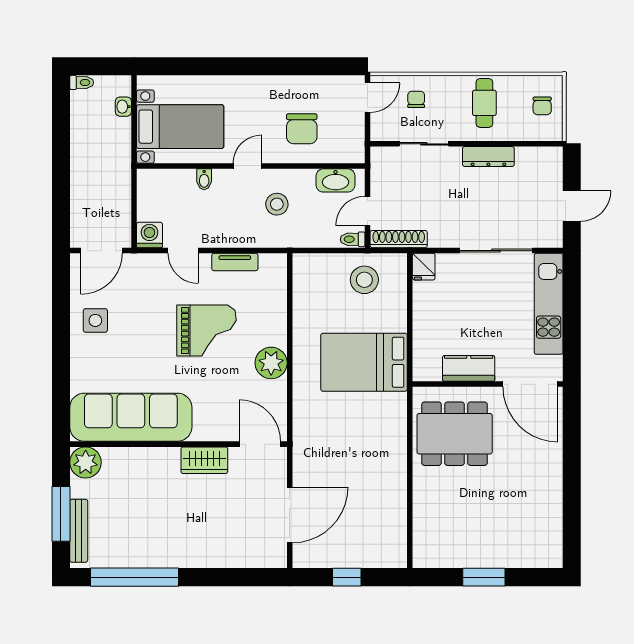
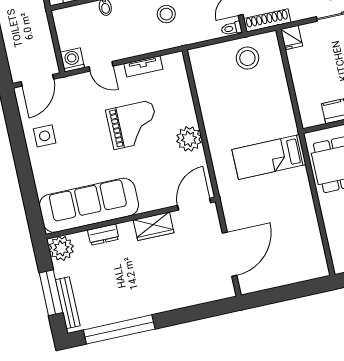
bed: (364, 362) -> (269, 157), moved, width x0.67
door: (260, 444) -> (194, 204), hinge flipped
dresser: (141, 457) -> (103, 235), added
window: (347, 577) -> (285, 293), removed

